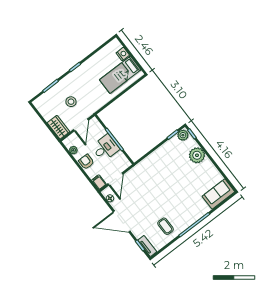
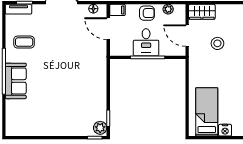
plant: (197, 155) -> (70, 126), removed
sofa: (218, 194) -> (16, 81), moved

